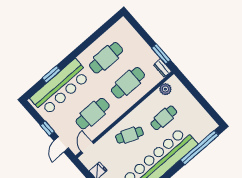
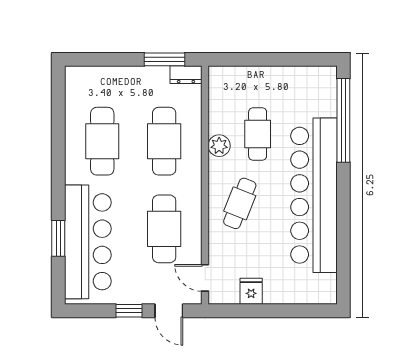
plant: (165, 89) -> (219, 146), moved

